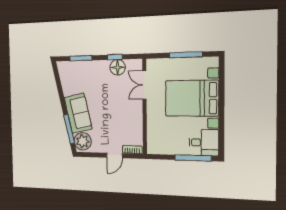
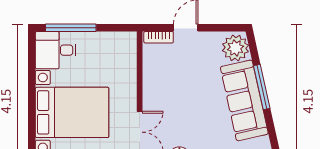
sofa: (78, 113) -> (244, 100), width x1.36
window: (69, 129) -> (262, 87), moved

